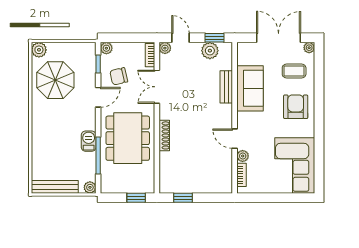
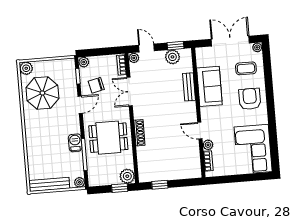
dining table: (128, 138) -> (108, 138), width x0.73
plant: (146, 185) -> (127, 176), added

